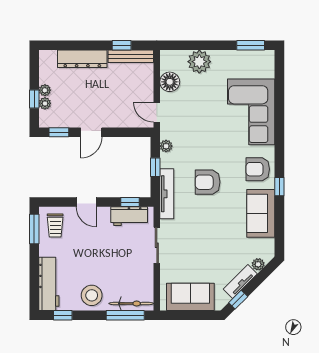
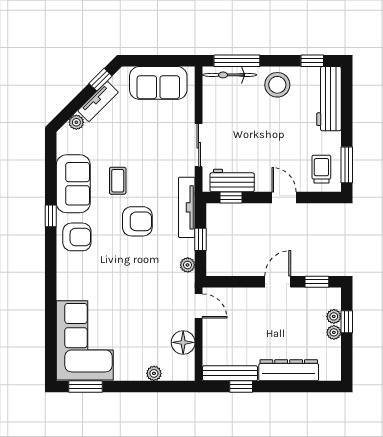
plant: (199, 62) -> (154, 373), width x0.53, depth x0.53
corner sofa: (251, 112) -> (85, 340), moved
coffee table: (224, 216) -> (118, 181), added

